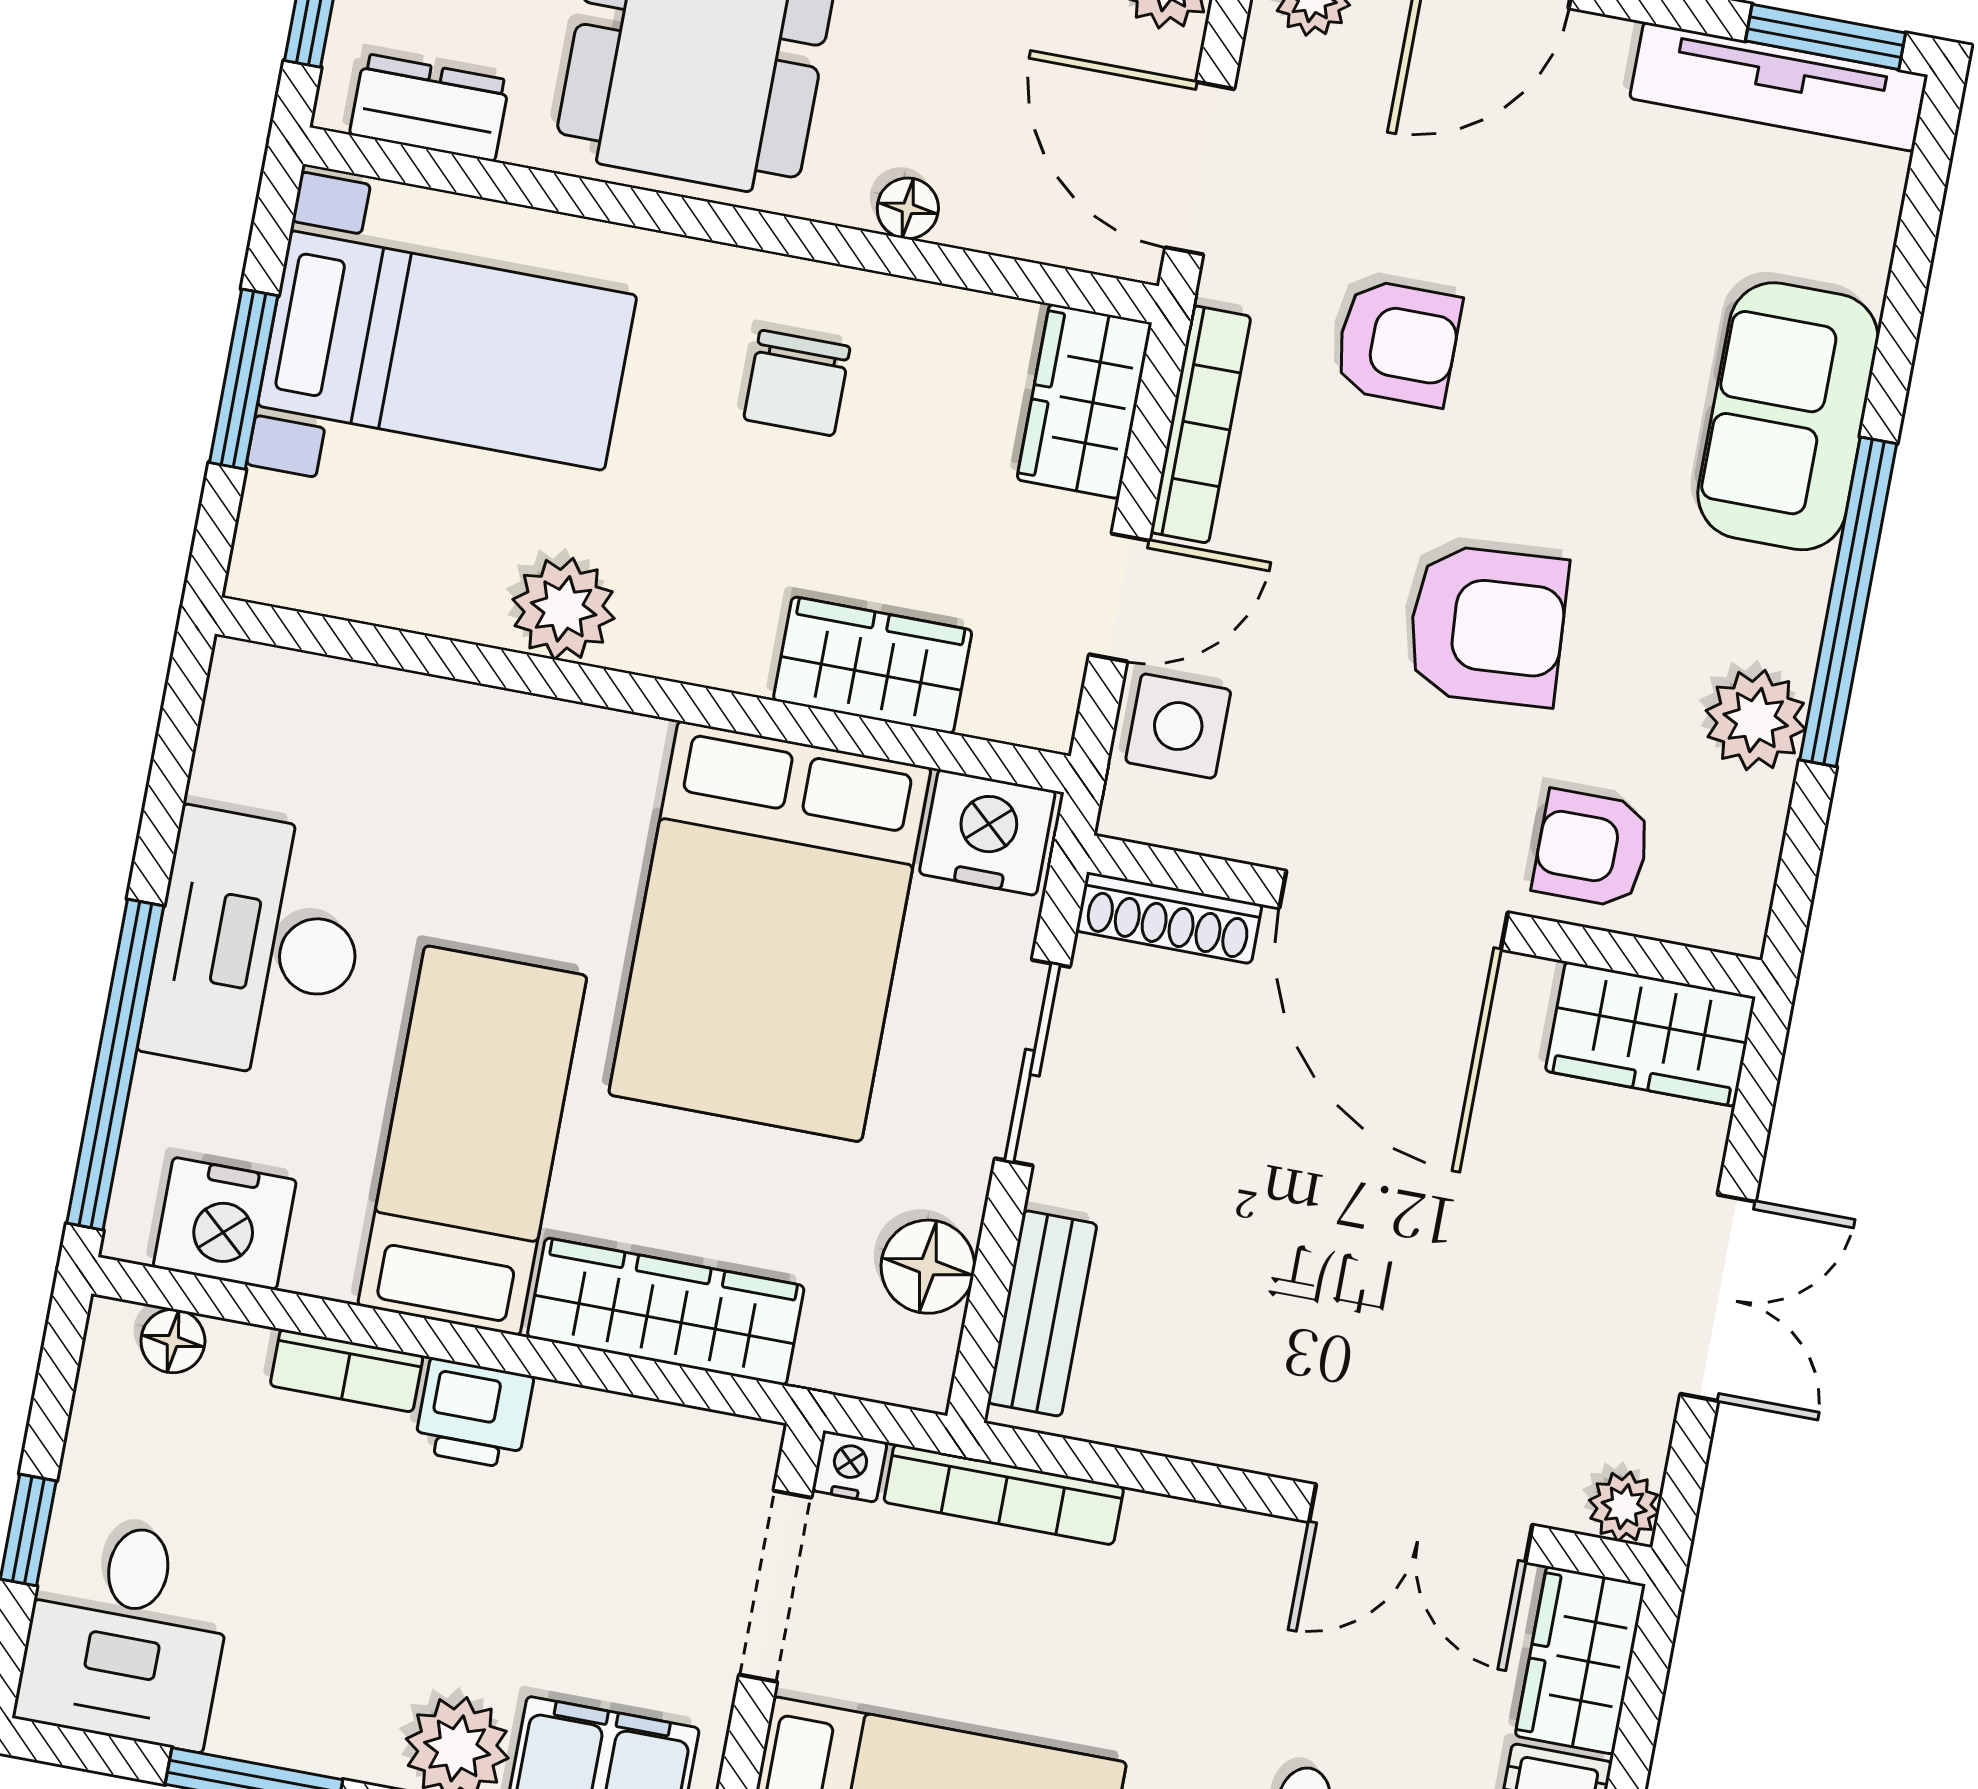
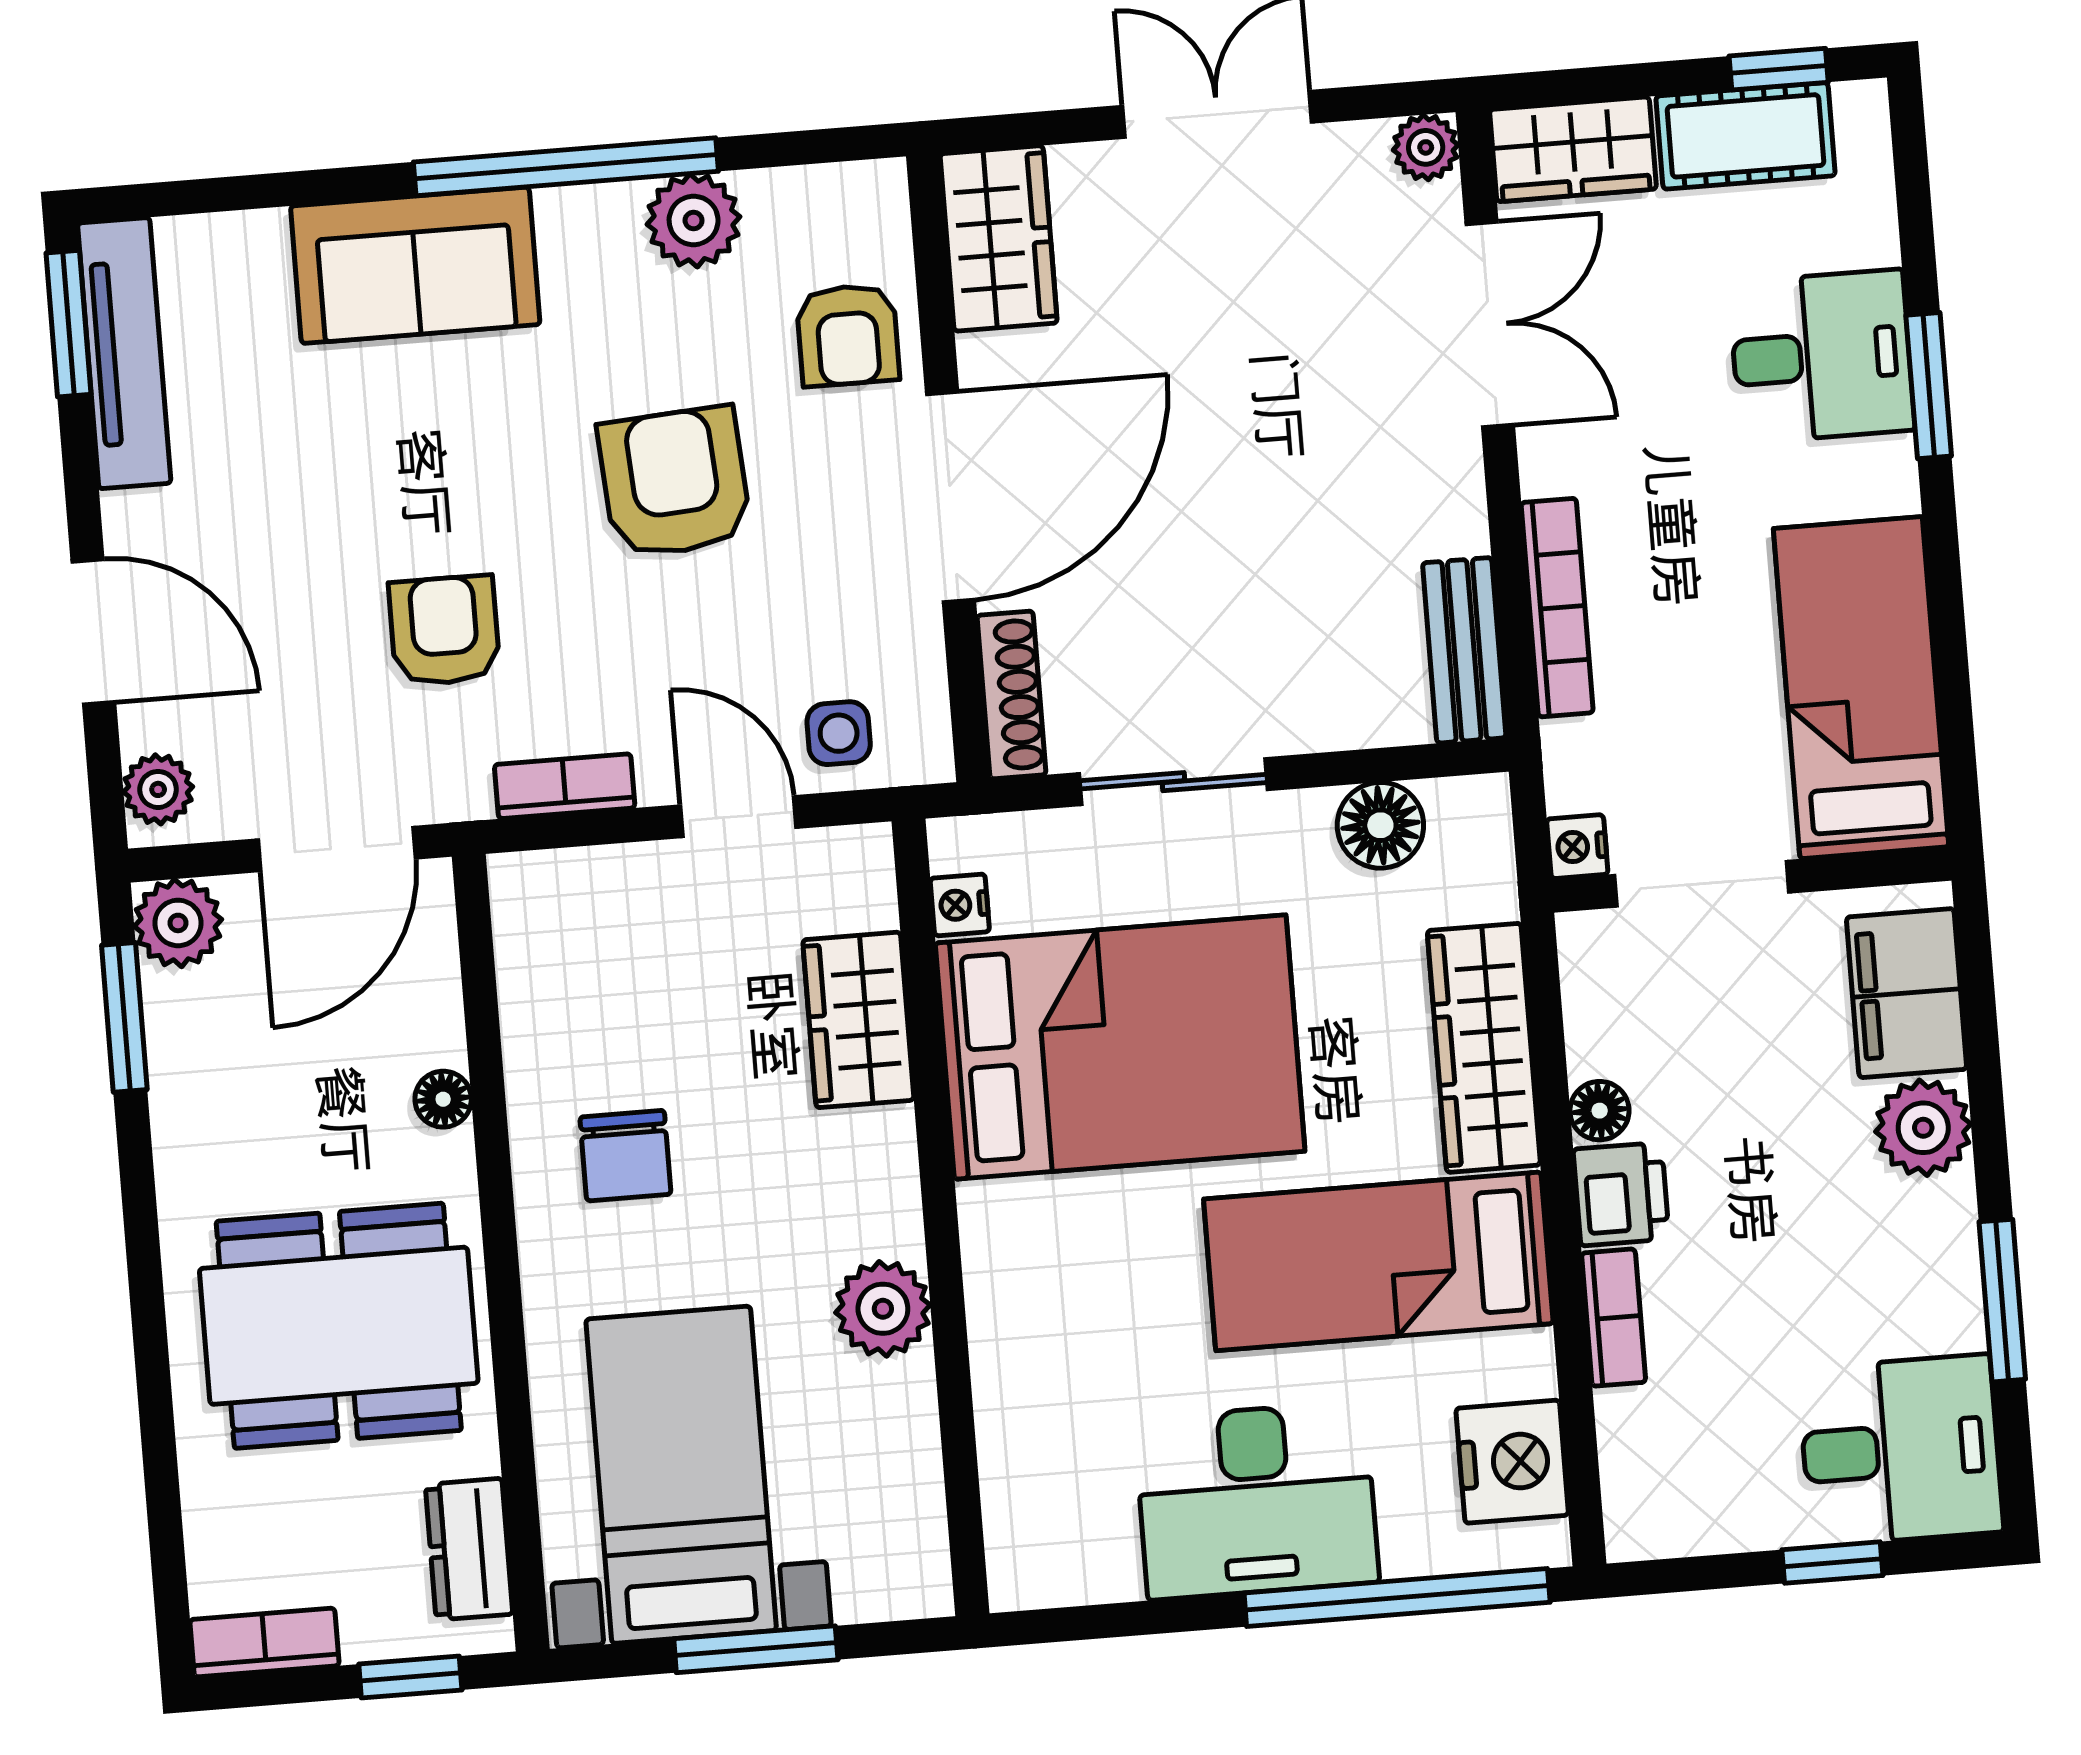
chair: (797, 383) -> (625, 1156), turned 90
wardrobe: (1084, 401) -> (572, 895), removed
bookcase: (1201, 424) -> (565, 786), width x0.64
side table: (1178, 726) -> (839, 733), width x0.73, depth x0.73
nightstand: (987, 832) -> (960, 905), width x0.53, depth x0.56
bench: (1042, 1313) -> (1464, 650), moved, turned 90
floor lamp: (173, 1341) -> (1600, 1111), moved
bookcase: (1004, 1494) -> (1557, 608), moved

